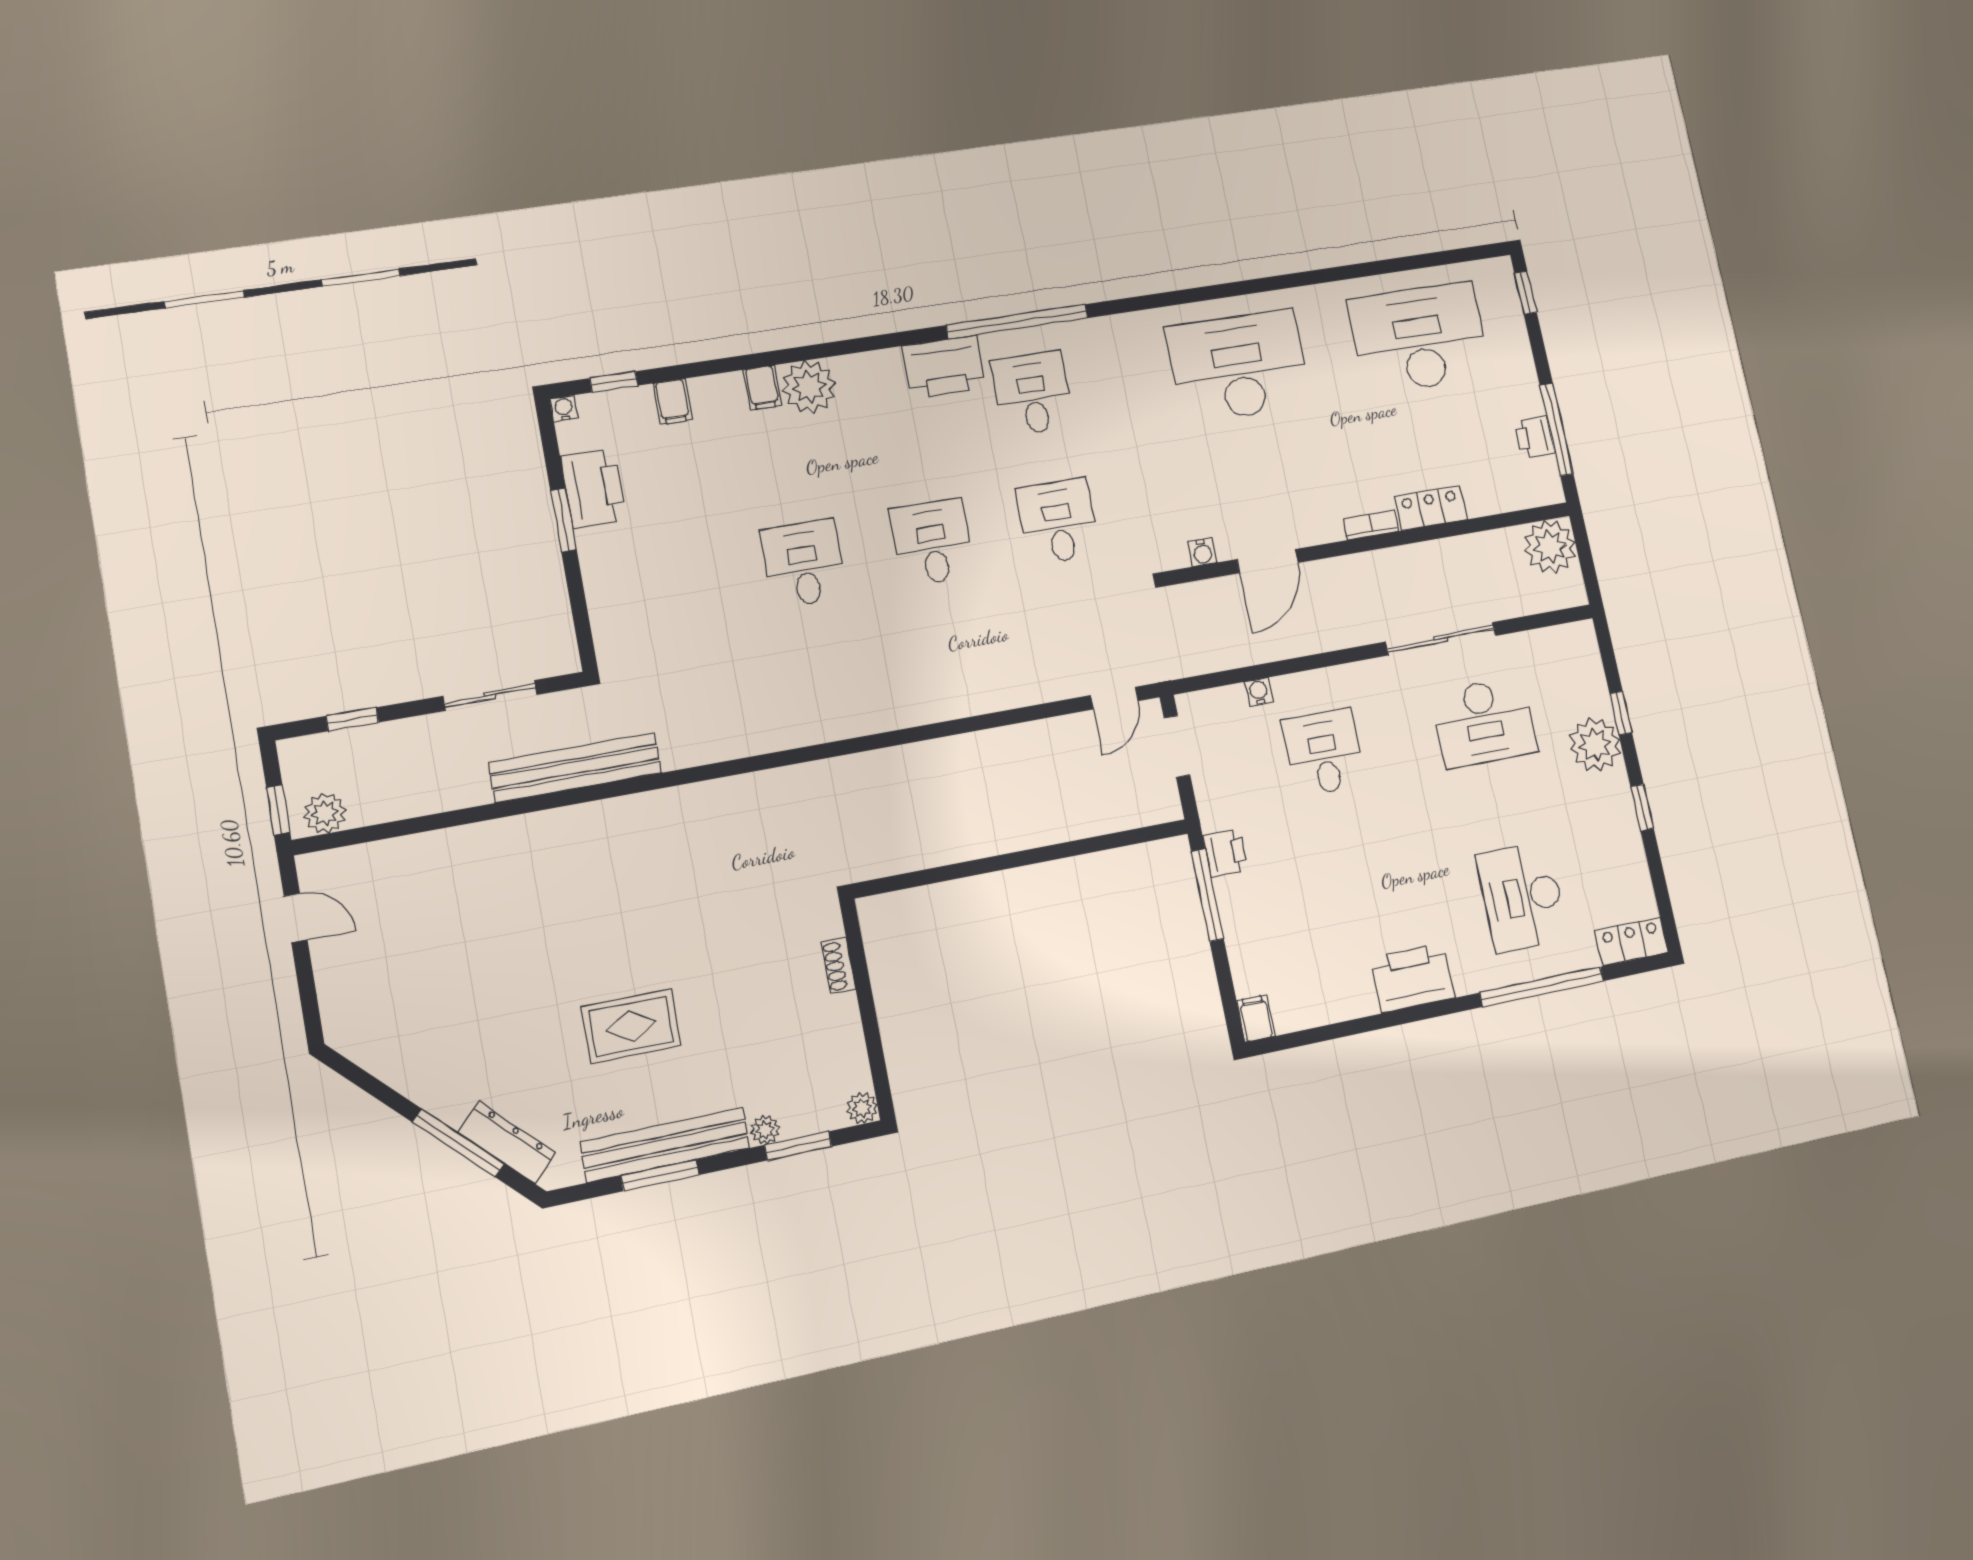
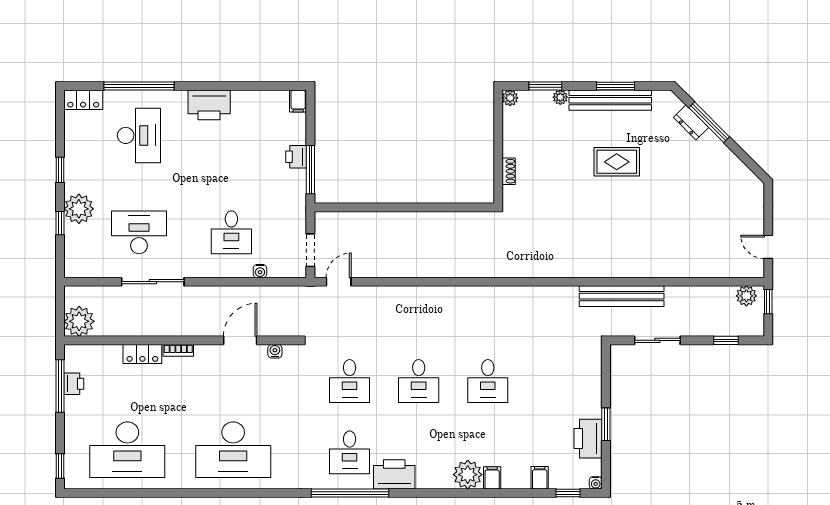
printer: (1225, 853) -> (296, 157), moved
dresser: (507, 1143) -> (691, 122), width x0.70

